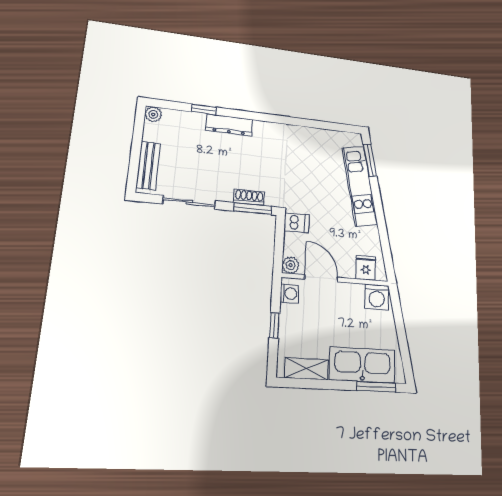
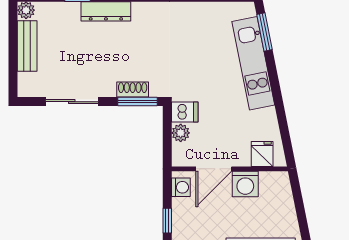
bench: (148, 166) -> (27, 46), moved
plant: (291, 265) -> (181, 133), moved
door: (321, 278) -> (214, 169), swing flipped
washing machine: (377, 297) -> (245, 184), moved

